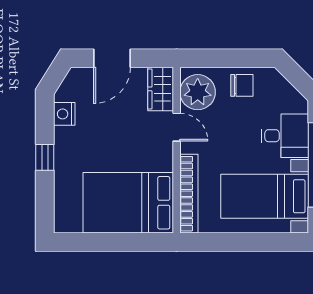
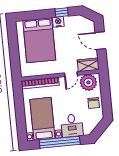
nightstand: (64, 114) -> (58, 22), moved
window: (45, 157) -> (62, 12), moved
bed: (128, 203) -> (39, 40), moved, turned 180

